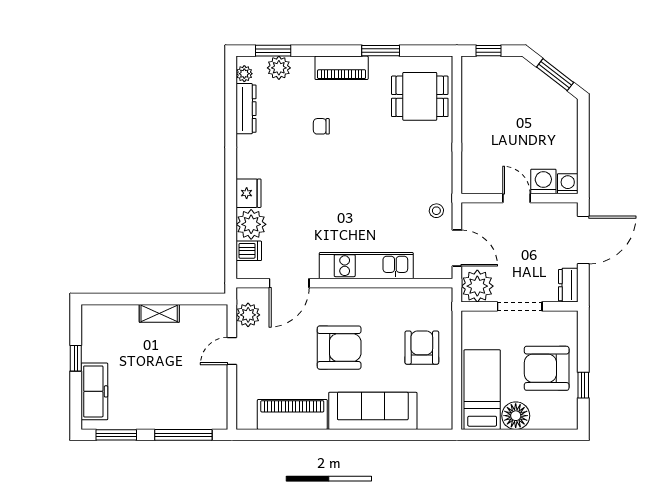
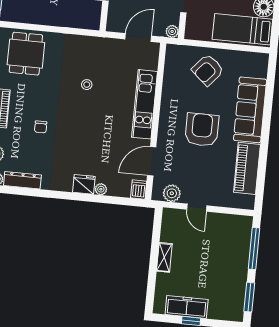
stool: (436, 211) -> (87, 85), moved
plant: (251, 224) -> (101, 189), width x0.53, depth x0.53
dishwasher: (249, 251) -> (139, 190), moved
door: (289, 283) -> (152, 161), swing flipped
plant: (477, 286) -> (172, 31), width x0.53, depth x0.53
armchair: (422, 348) -> (208, 70), turned -49
freezer: (94, 391) -> (187, 307), moved

